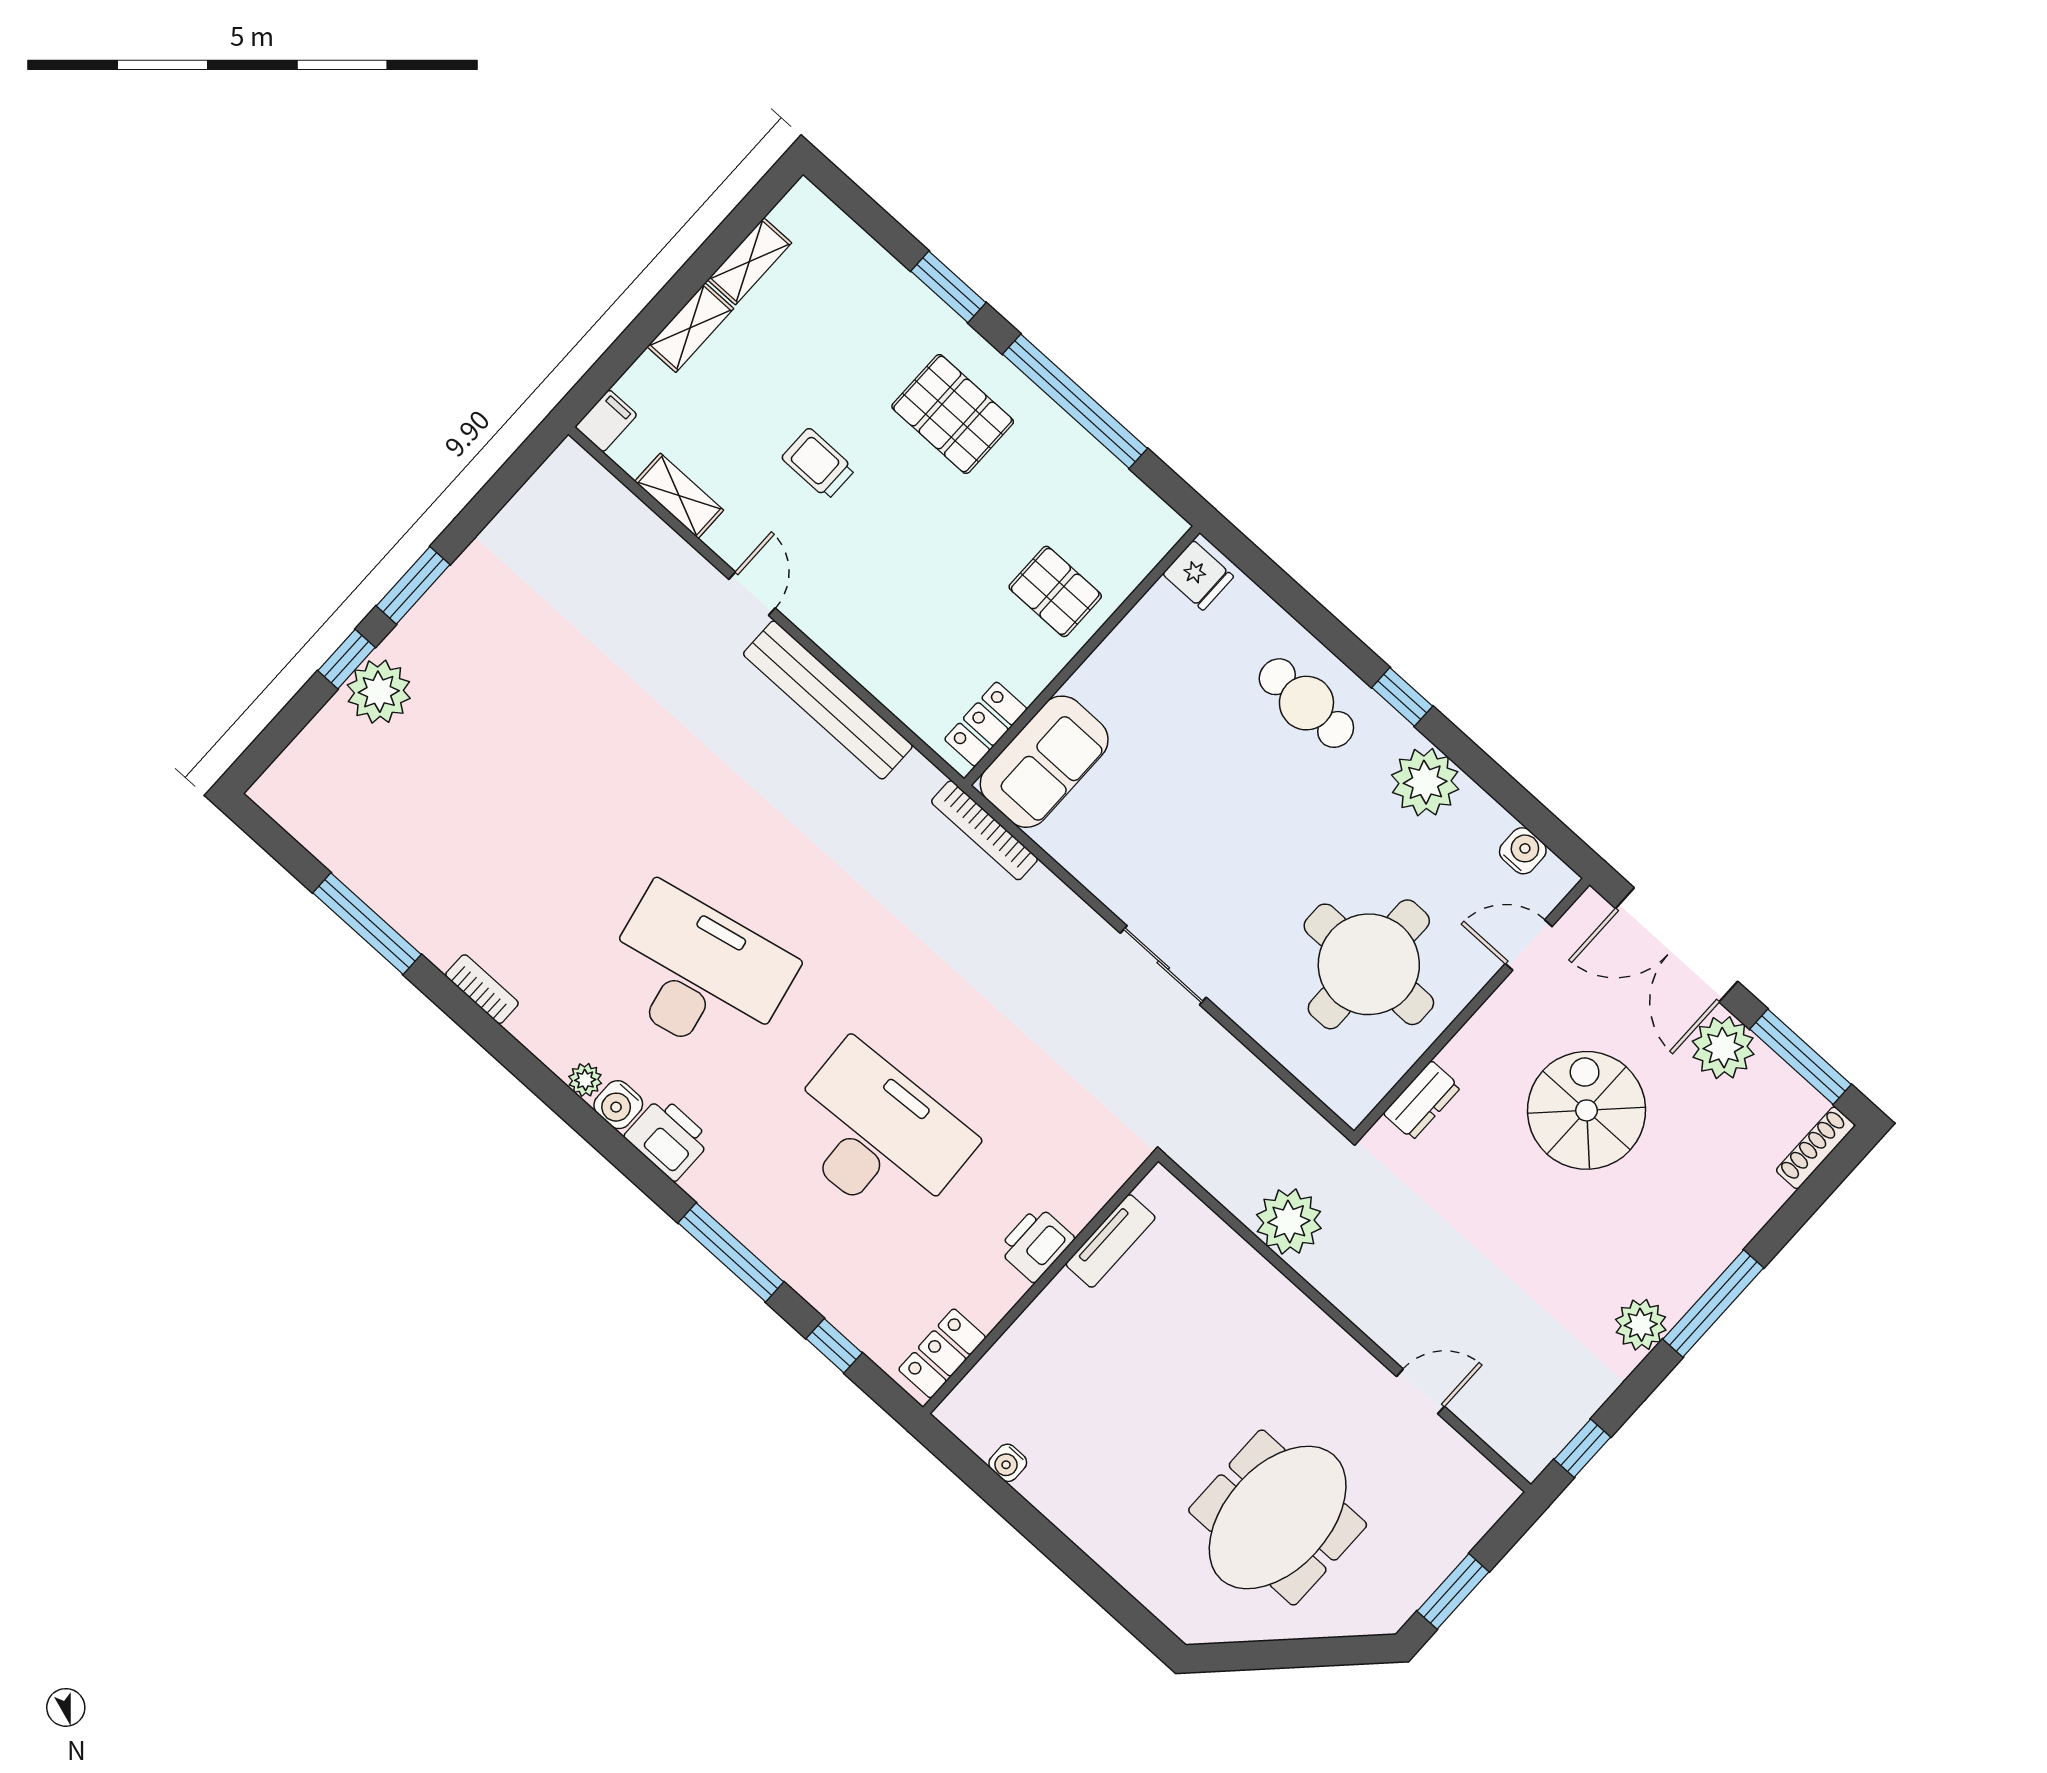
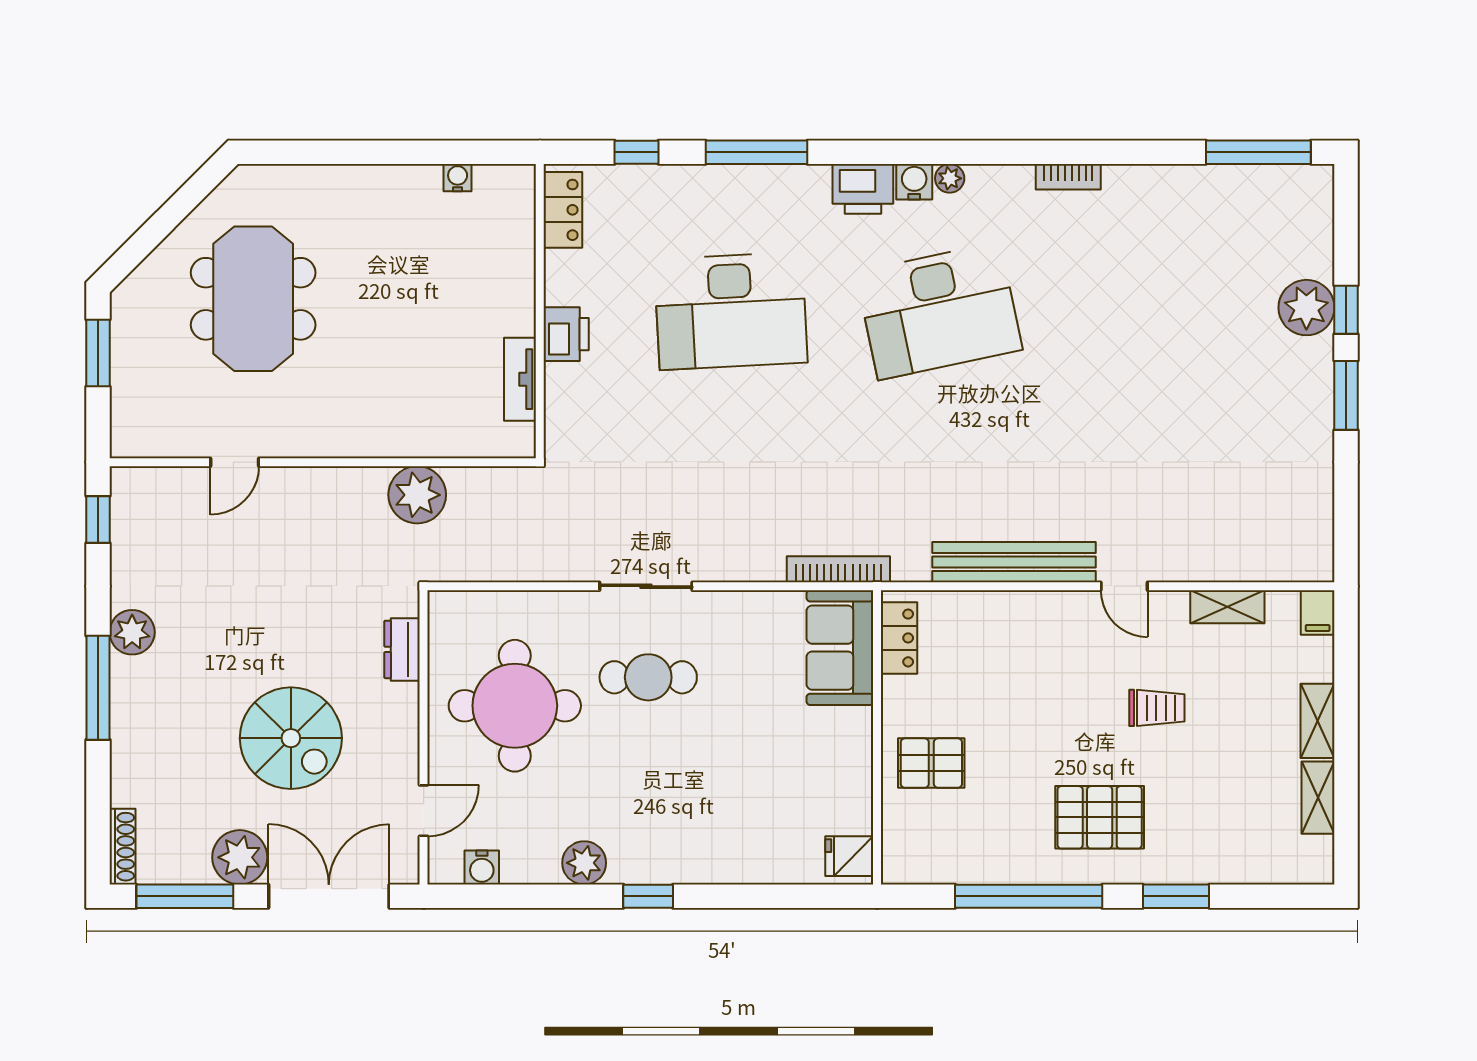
cafe table: (1306, 703) -> (648, 677), moved
plant: (1425, 782) -> (584, 863), width x0.73, depth x0.73
window: (367, 924) -> (1258, 152), moved

